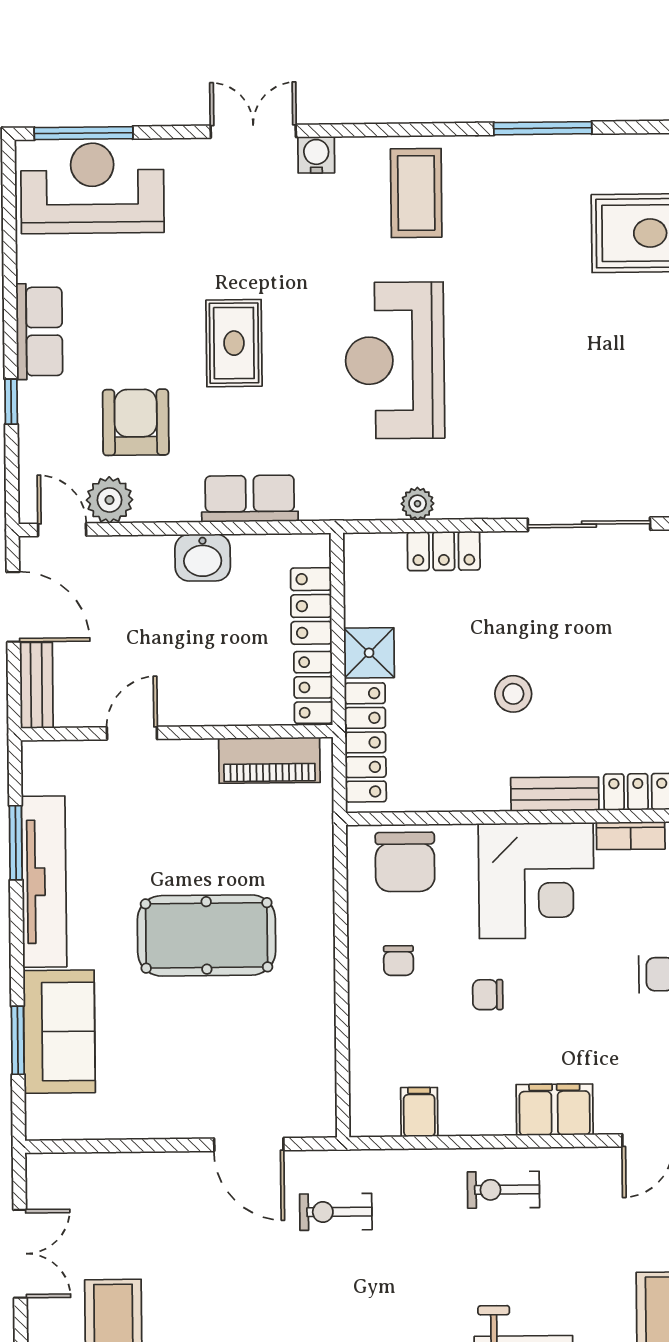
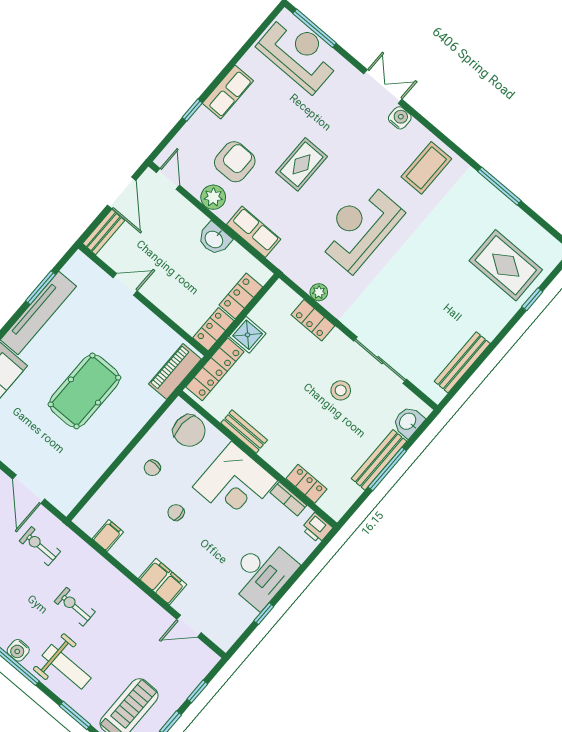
plant: (109, 500) -> (213, 197), moved
stool: (513, 694) -> (341, 390), moved
piano: (269, 760) -> (175, 372), moved, turned 90
bench: (555, 794) -> (244, 431), moved
chair: (405, 862) -> (189, 431), turned -87
pool table: (207, 935) -> (84, 391), turned 90
exercise bike: (503, 1190) -> (75, 607), moved

